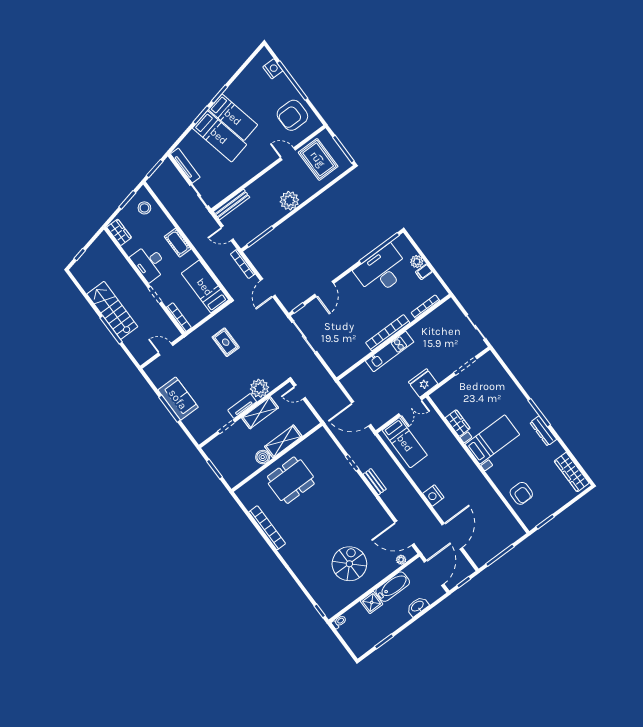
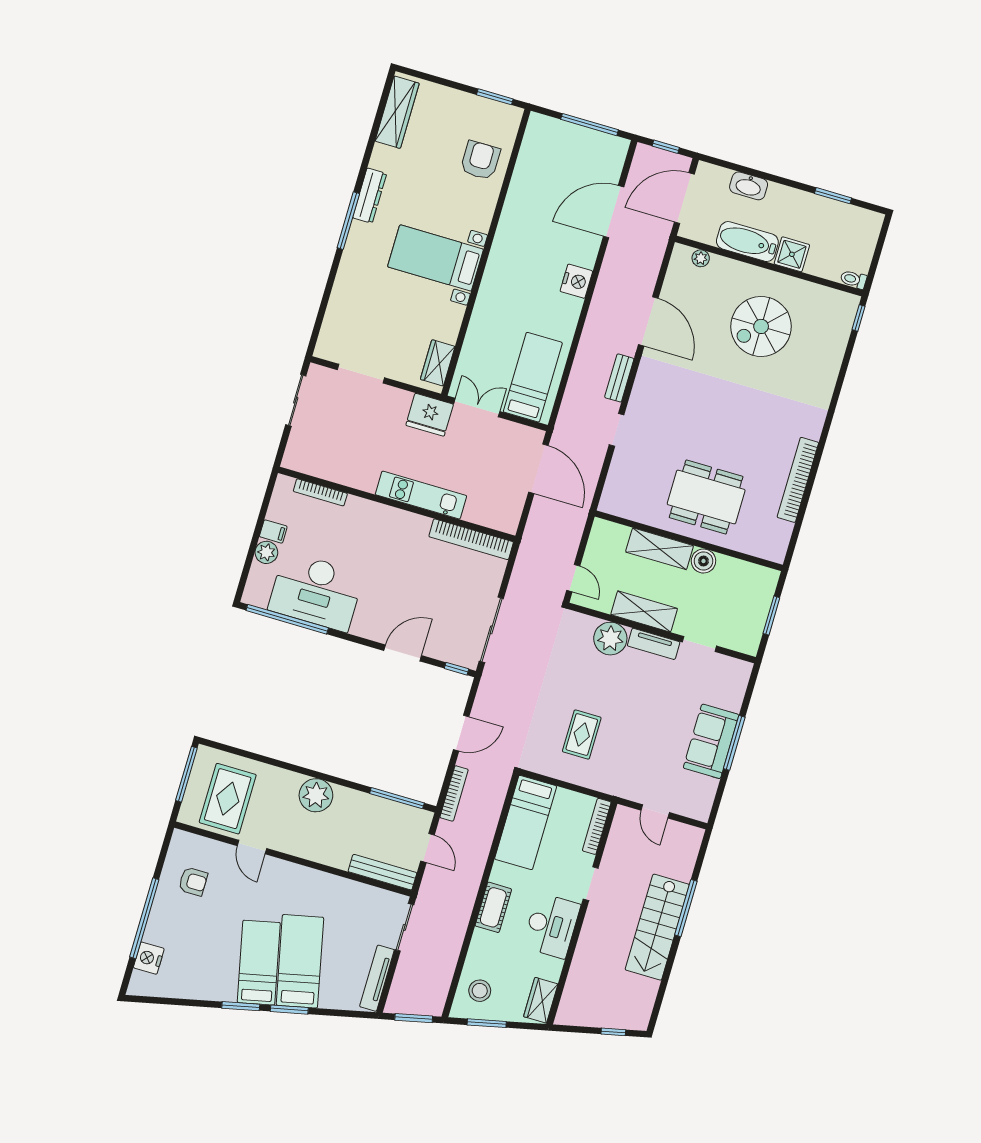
armchair: (292, 115) -> (193, 881), width x0.53, depth x0.53
bookcase: (388, 333) -> (471, 539), moved
wardrobe: (458, 423) -> (438, 363), moved
door: (404, 533) -> (648, 321), moved

